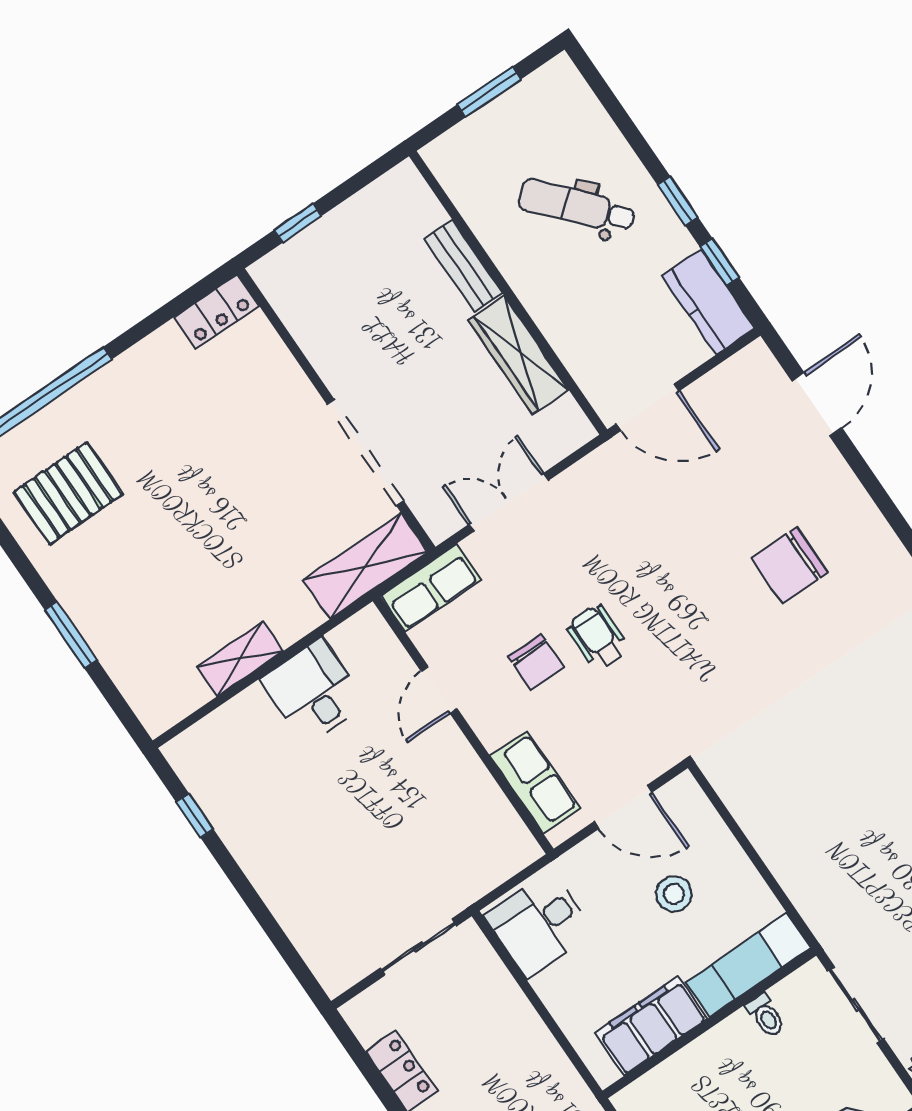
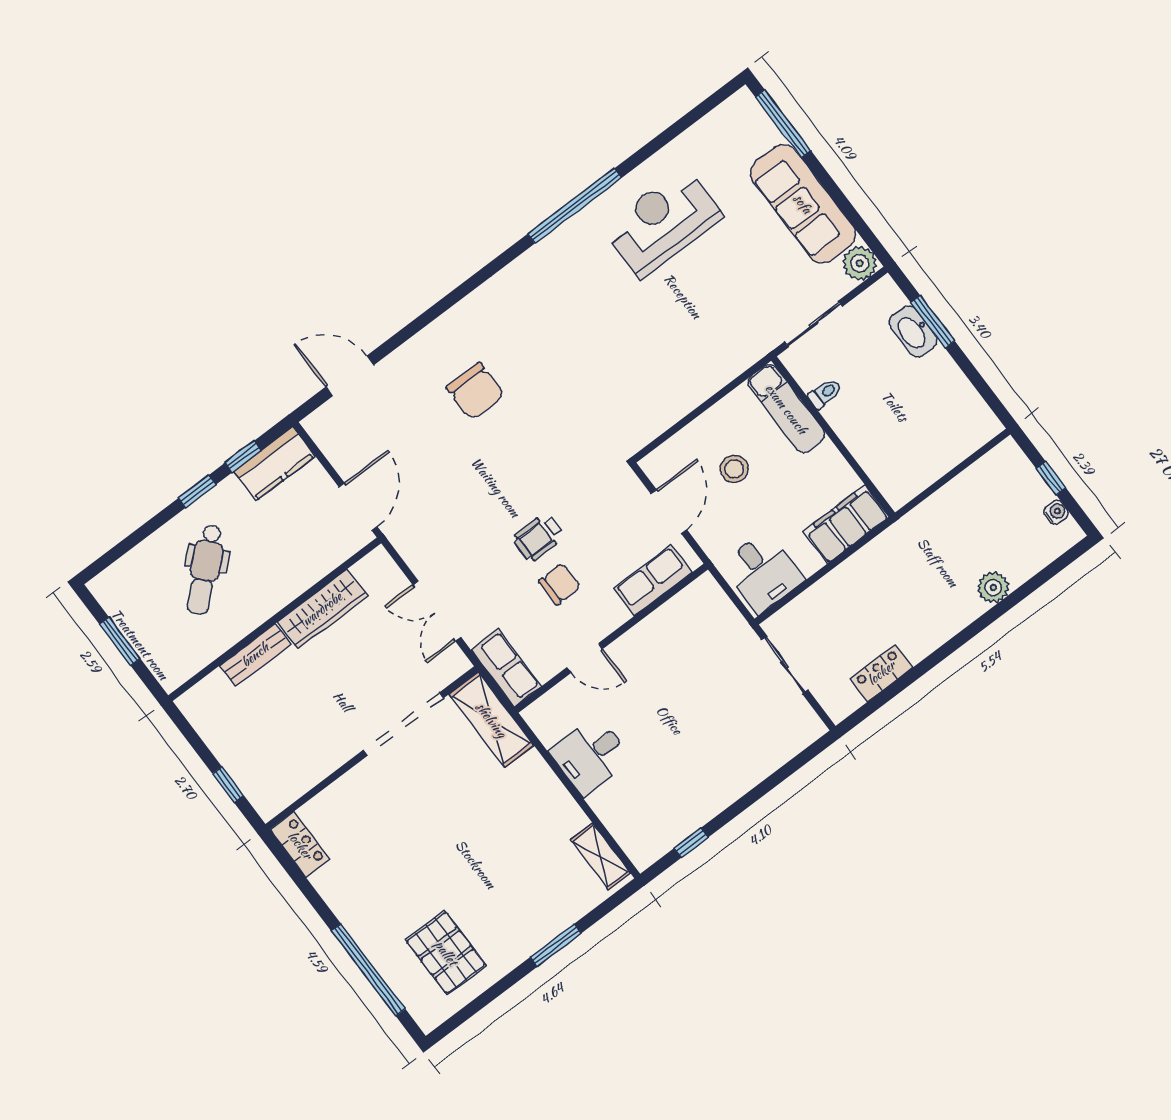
shelving: (240, 659) -> (600, 856), moved
filing cabinet: (651, 1026) -> (846, 524), moved, turned 90

